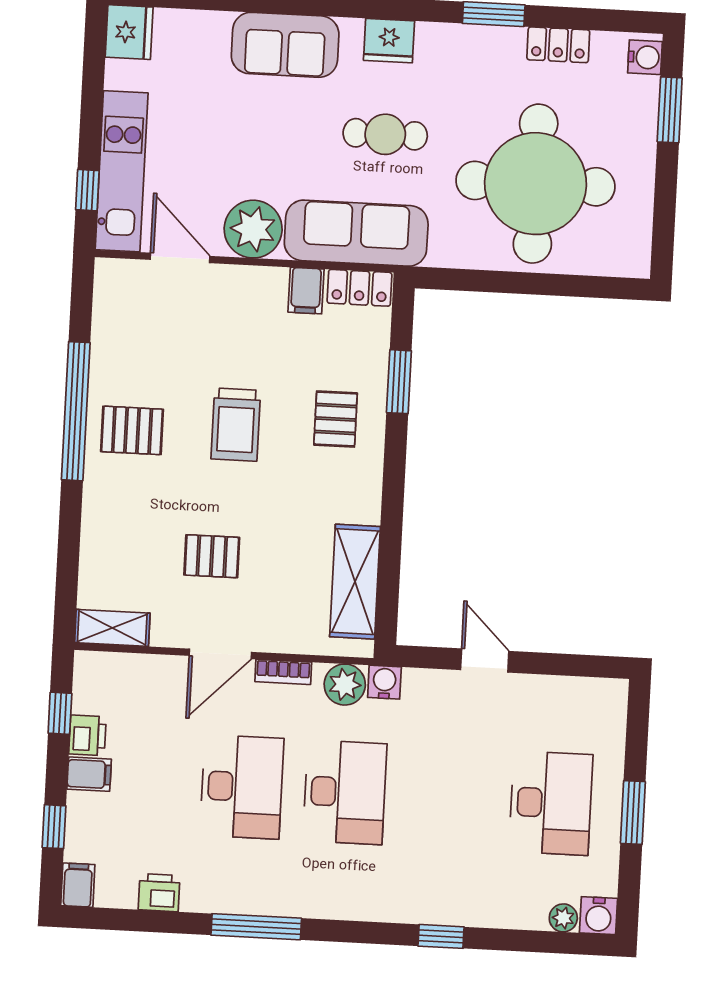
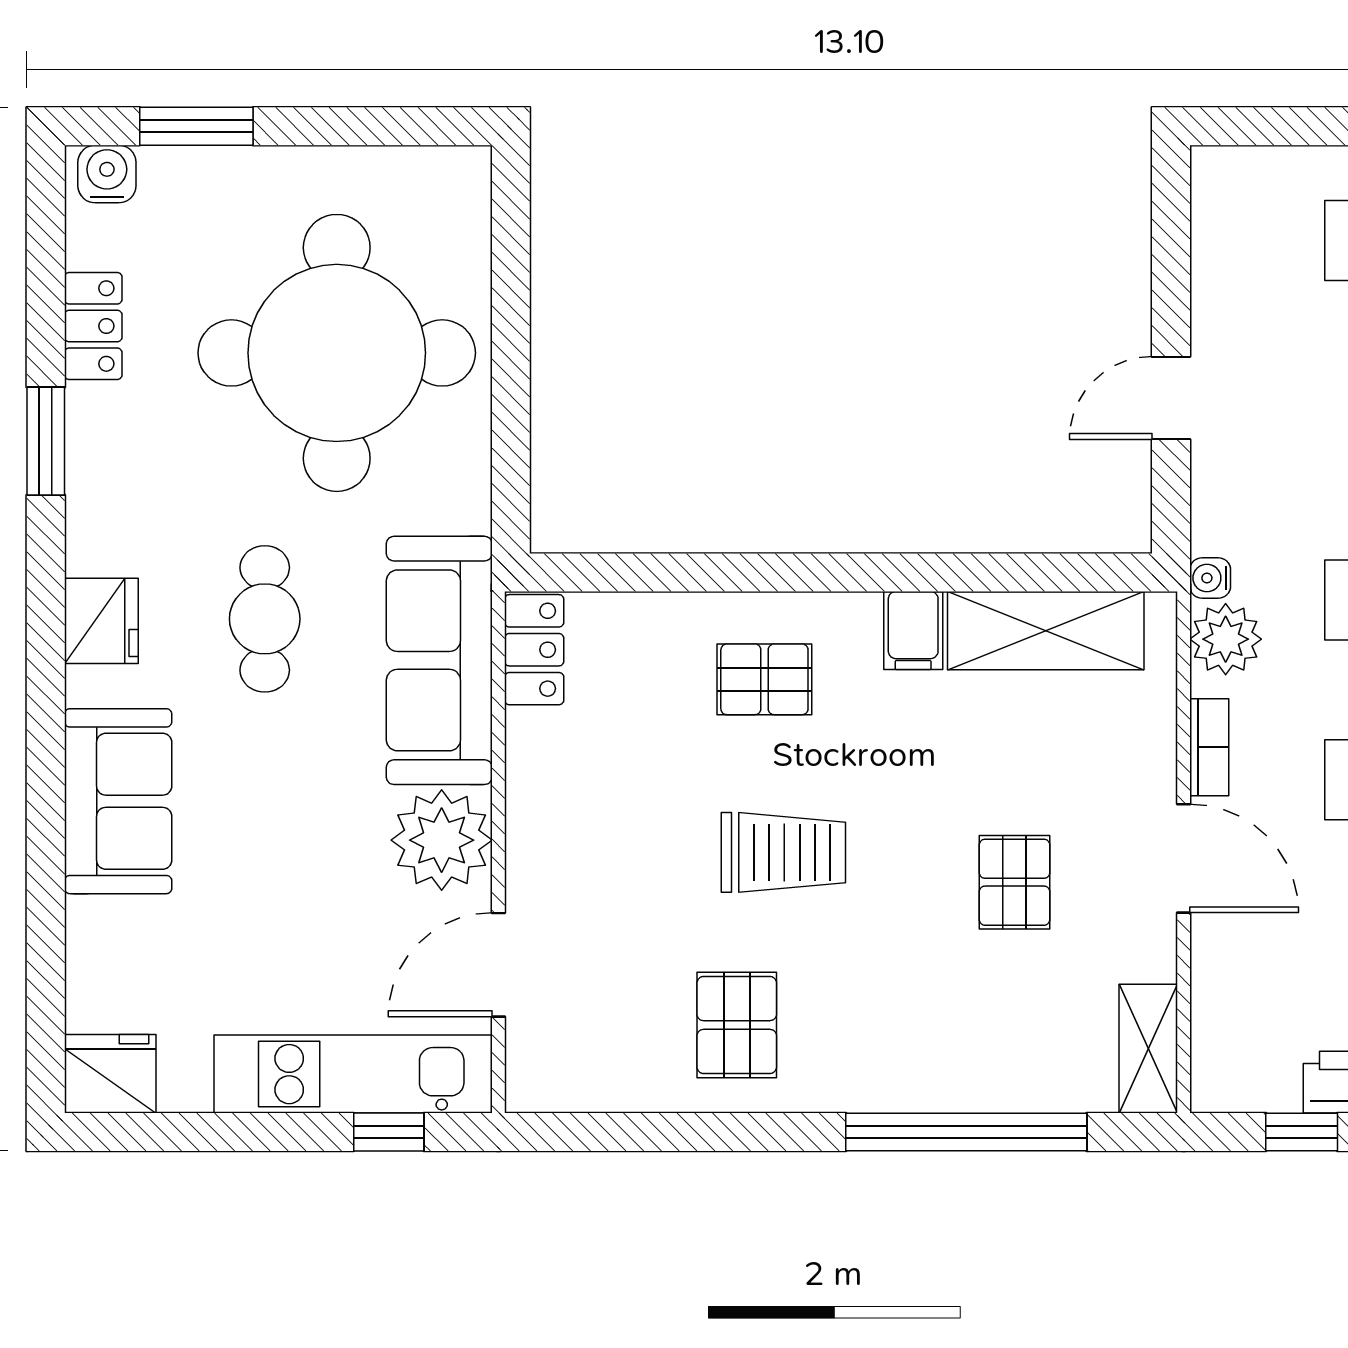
filing cabinet: (306, 291) -> (913, 631), moved, turned 90
window: (399, 382) -> (694, 572), removed
window: (76, 411) -> (966, 1132), moved
pallet: (132, 430) -> (737, 1025), moved
water cooler: (384, 682) -> (1210, 578), width x0.72, depth x0.72

